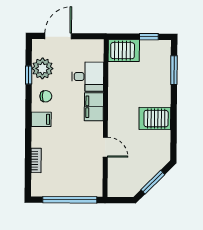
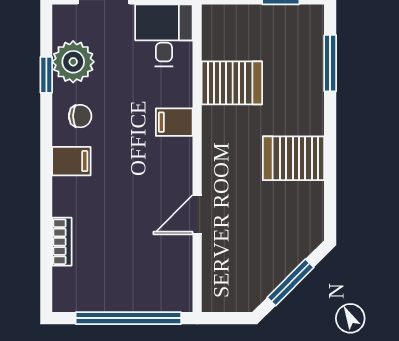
server rack: (124, 51) -> (232, 83), moved
desk: (88, 77) -> (164, 35), moved, turned -90
filing cabinet: (94, 107) -> (174, 122), width x0.50
door: (105, 147) -> (197, 215), swing flipped

